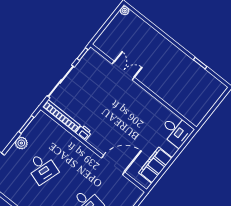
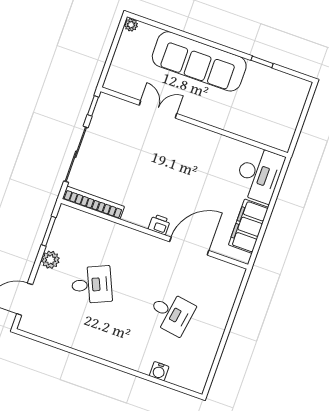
sofa: (160, 49) -> (199, 61), added
desk: (176, 131) -> (259, 174), width x1.37
printer: (84, 133) -> (159, 225), moved
desk: (42, 168) -> (92, 285), turned -42

